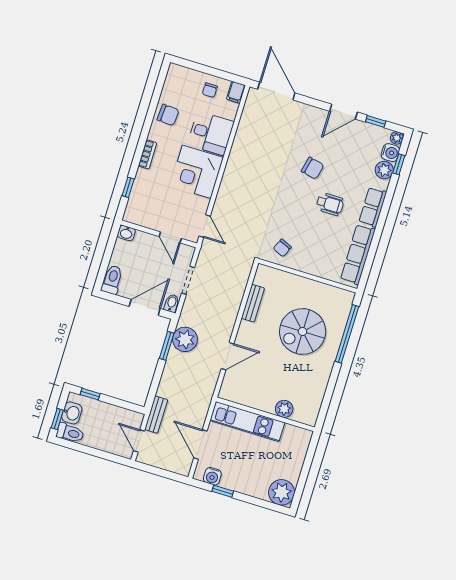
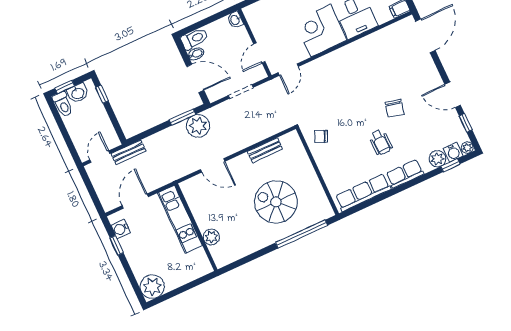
bidet: (172, 303) -> (196, 54), moved

